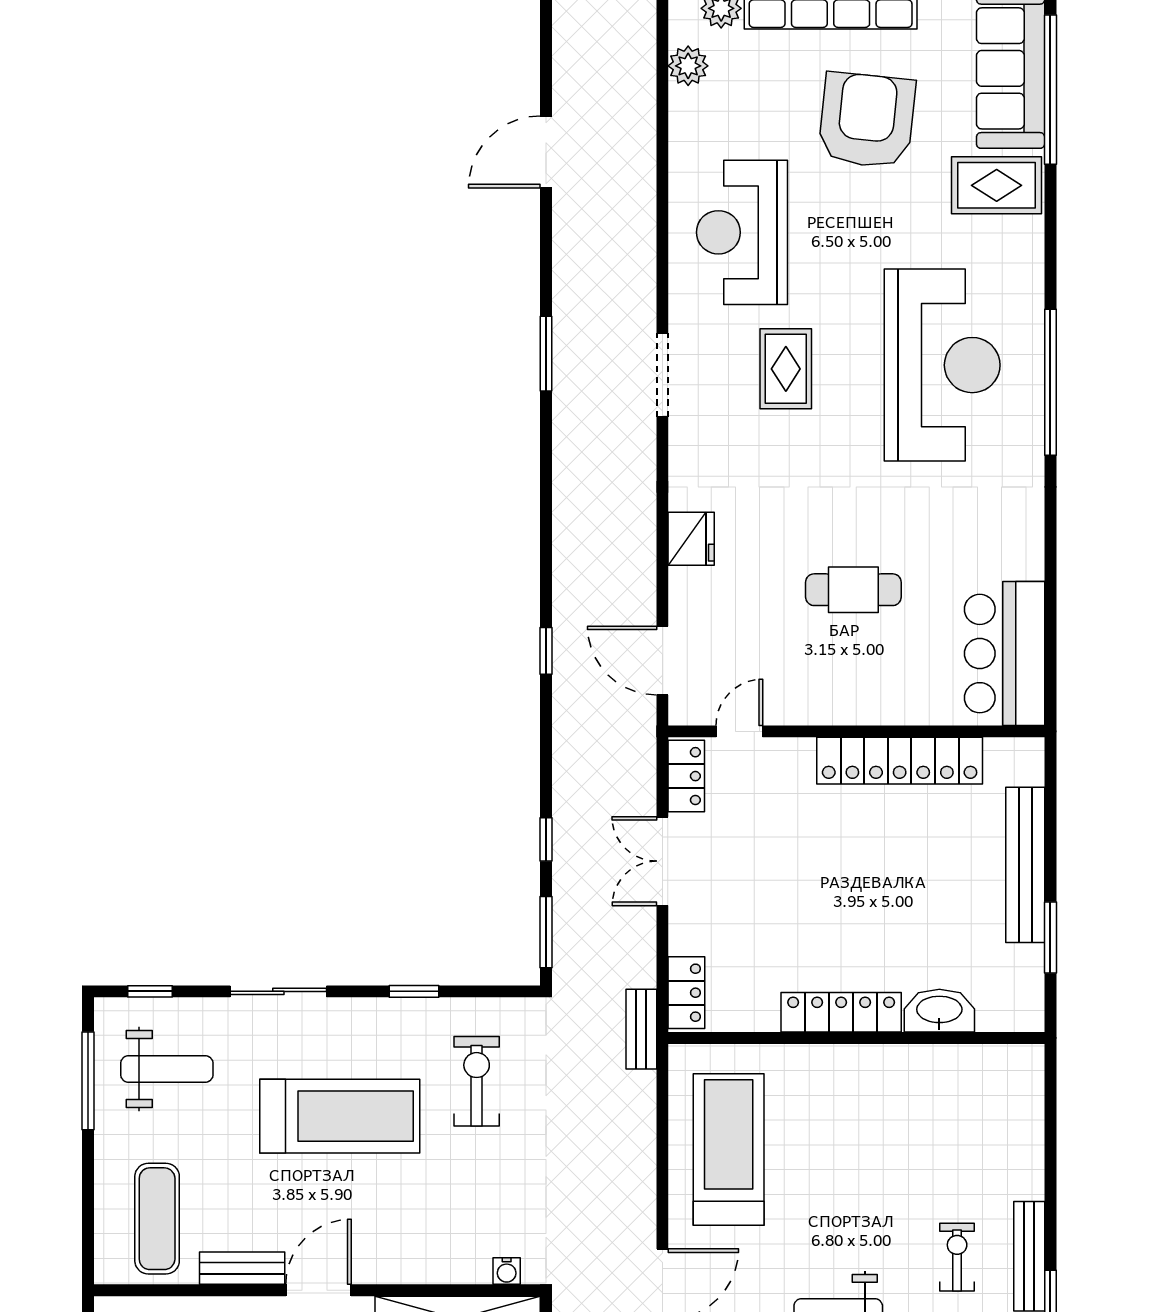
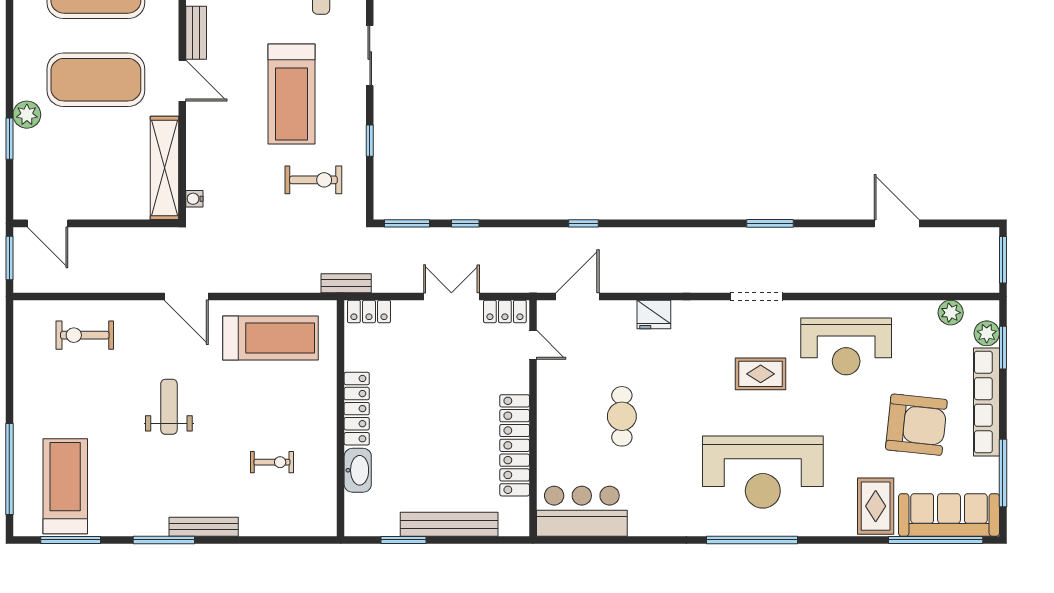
reception desk: (742, 232) -> (846, 346), turned 180
exercise bike: (957, 1257) -> (272, 462), moved

